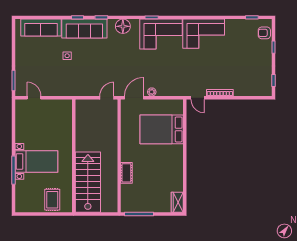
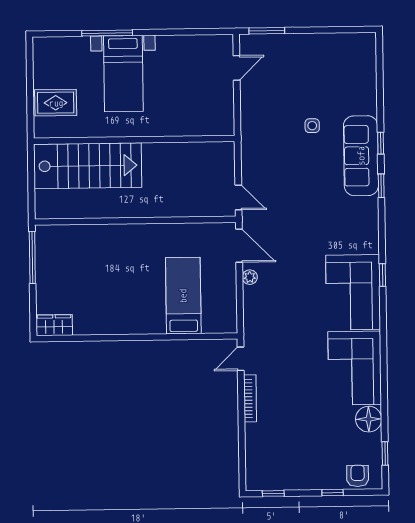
floor lamp: (123, 26) -> (369, 419), moved
sofa: (41, 27) -> (362, 78), removed
bed: (162, 129) -> (183, 296), width x0.67
cot: (126, 173) -> (105, 234), removed

